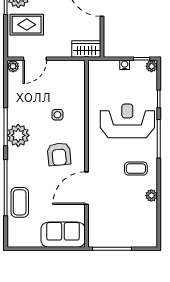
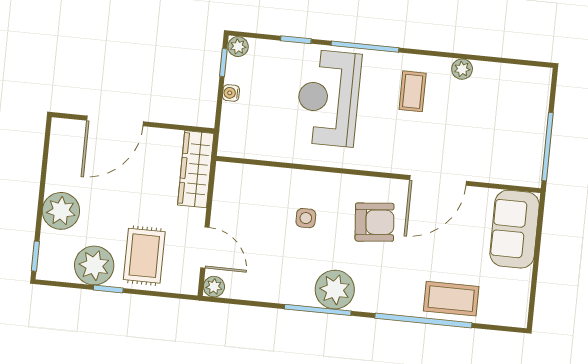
wardrobe: (86, 49) -> (196, 169), width x1.50
door: (86, 188) -> (438, 180), hinge flipped

